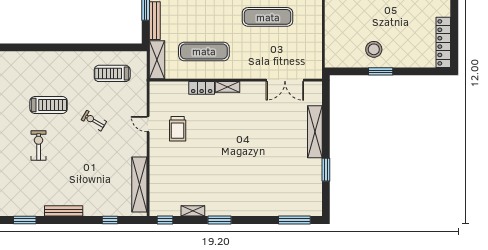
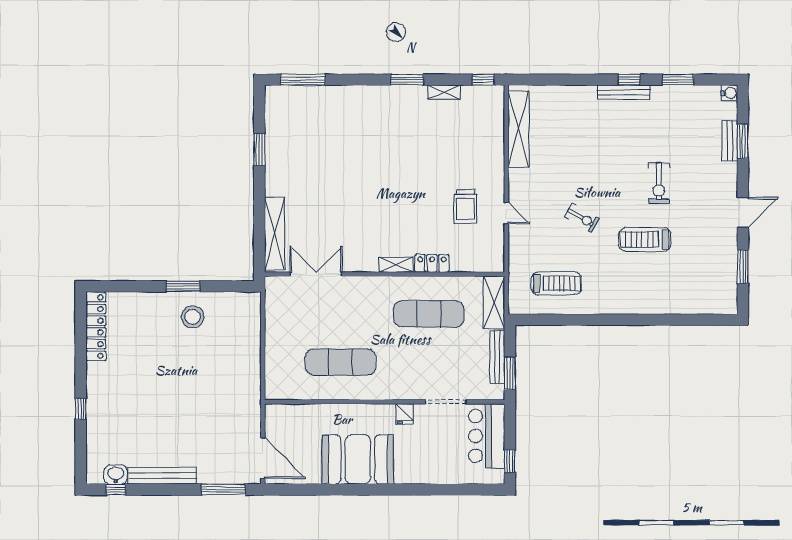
trolley: (178, 129) -> (465, 206), turned 180
shelving: (315, 132) -> (275, 233), moved
window: (110, 220) -> (629, 80), moved

